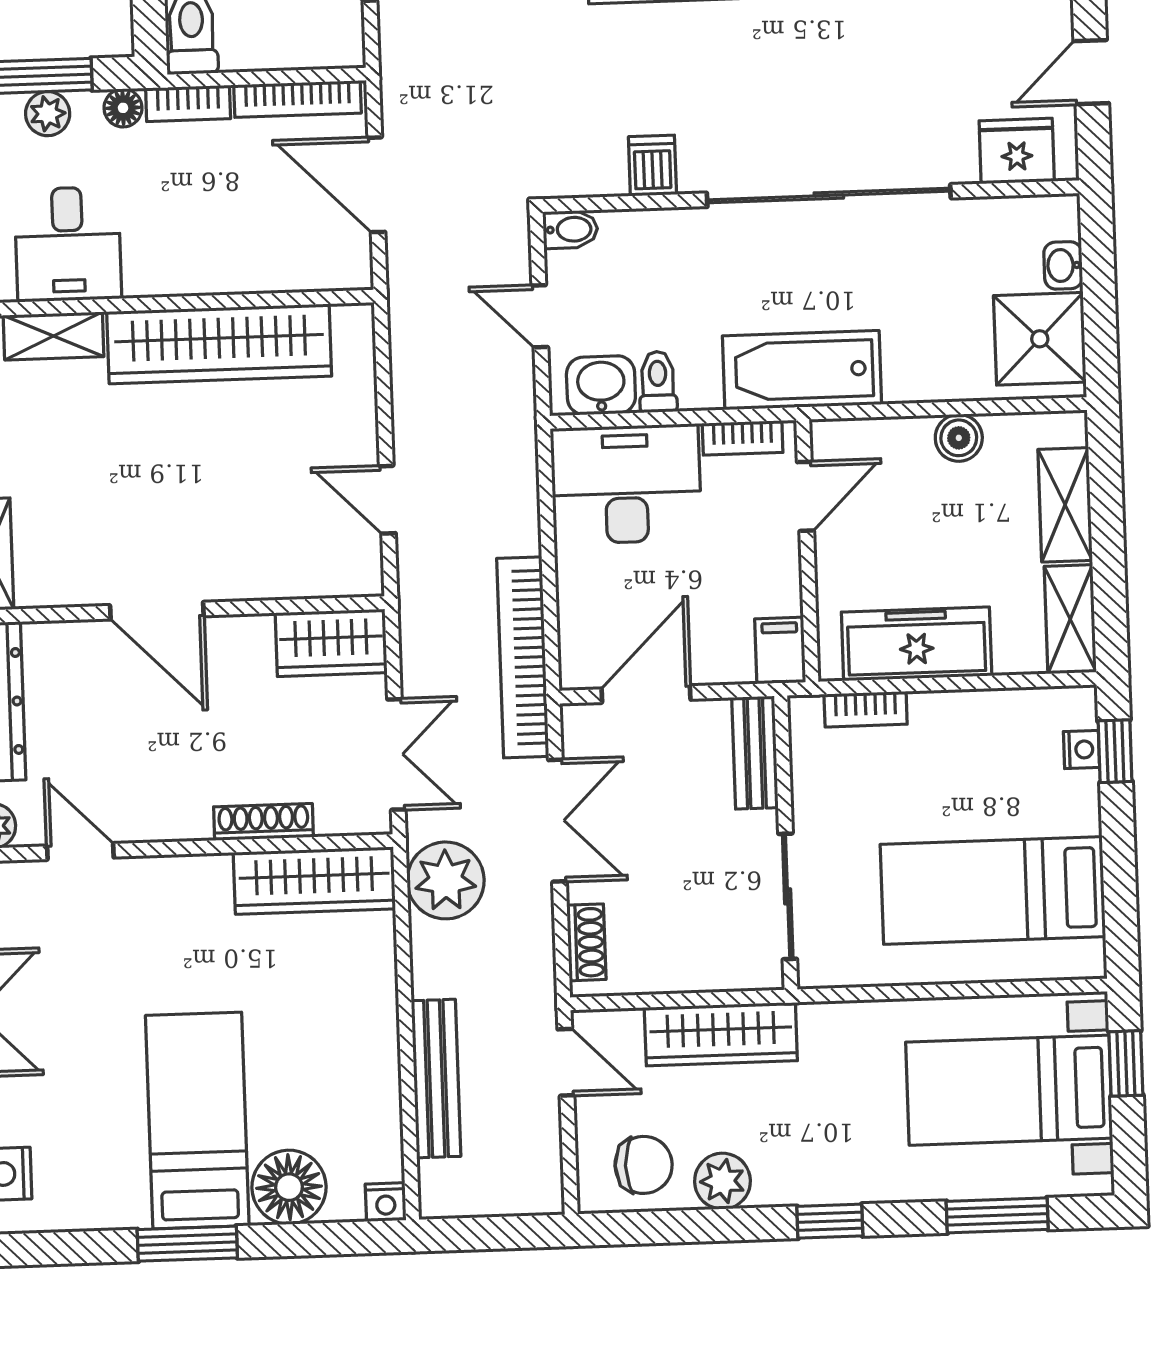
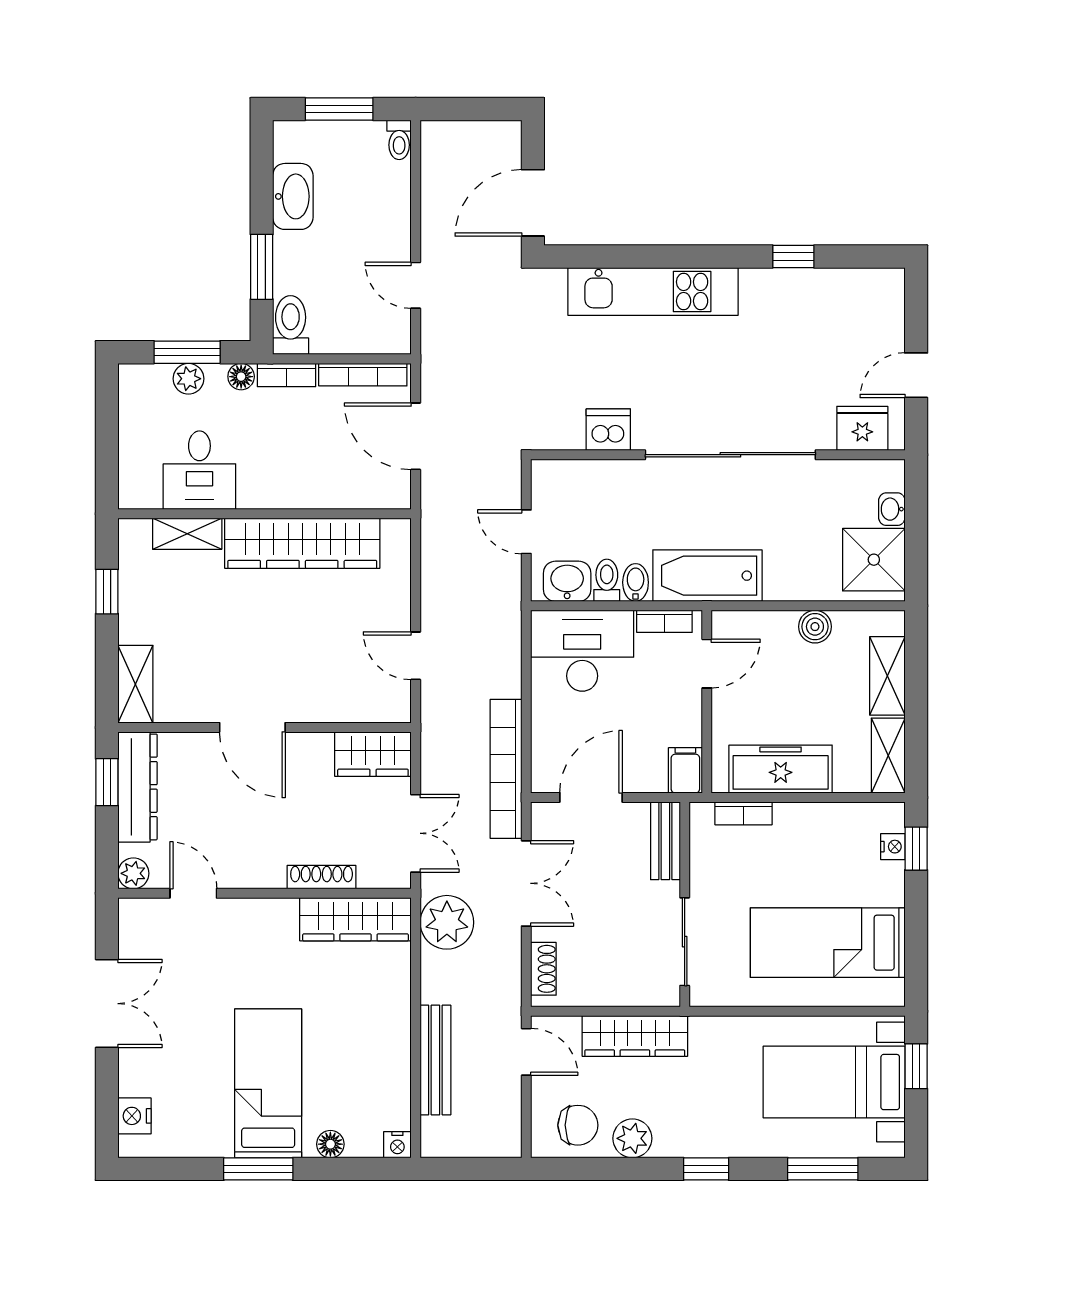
dishwasher: (652, 166) -> (608, 430), width x1.38
bidet: (570, 229) -> (636, 582), moved, turned -90
floor lamp: (289, 1187) -> (330, 1144), width x0.53, depth x0.53

